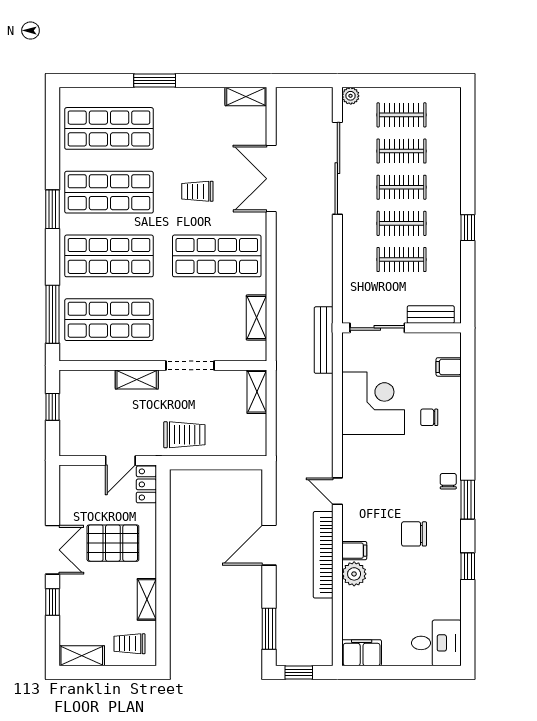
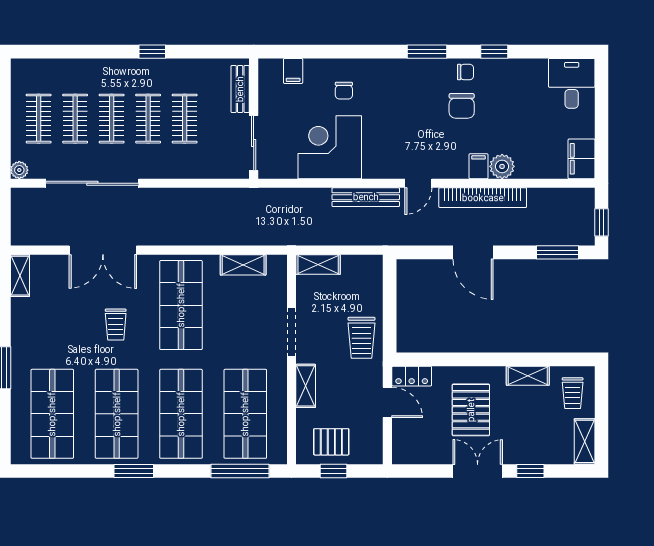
bench: (324, 340) -> (366, 197), moved
pallet: (81, 405) -> (331, 442), added
trolley: (184, 435) -> (362, 338), turned 180
chair: (448, 481) -> (465, 72), moved, turned 180

